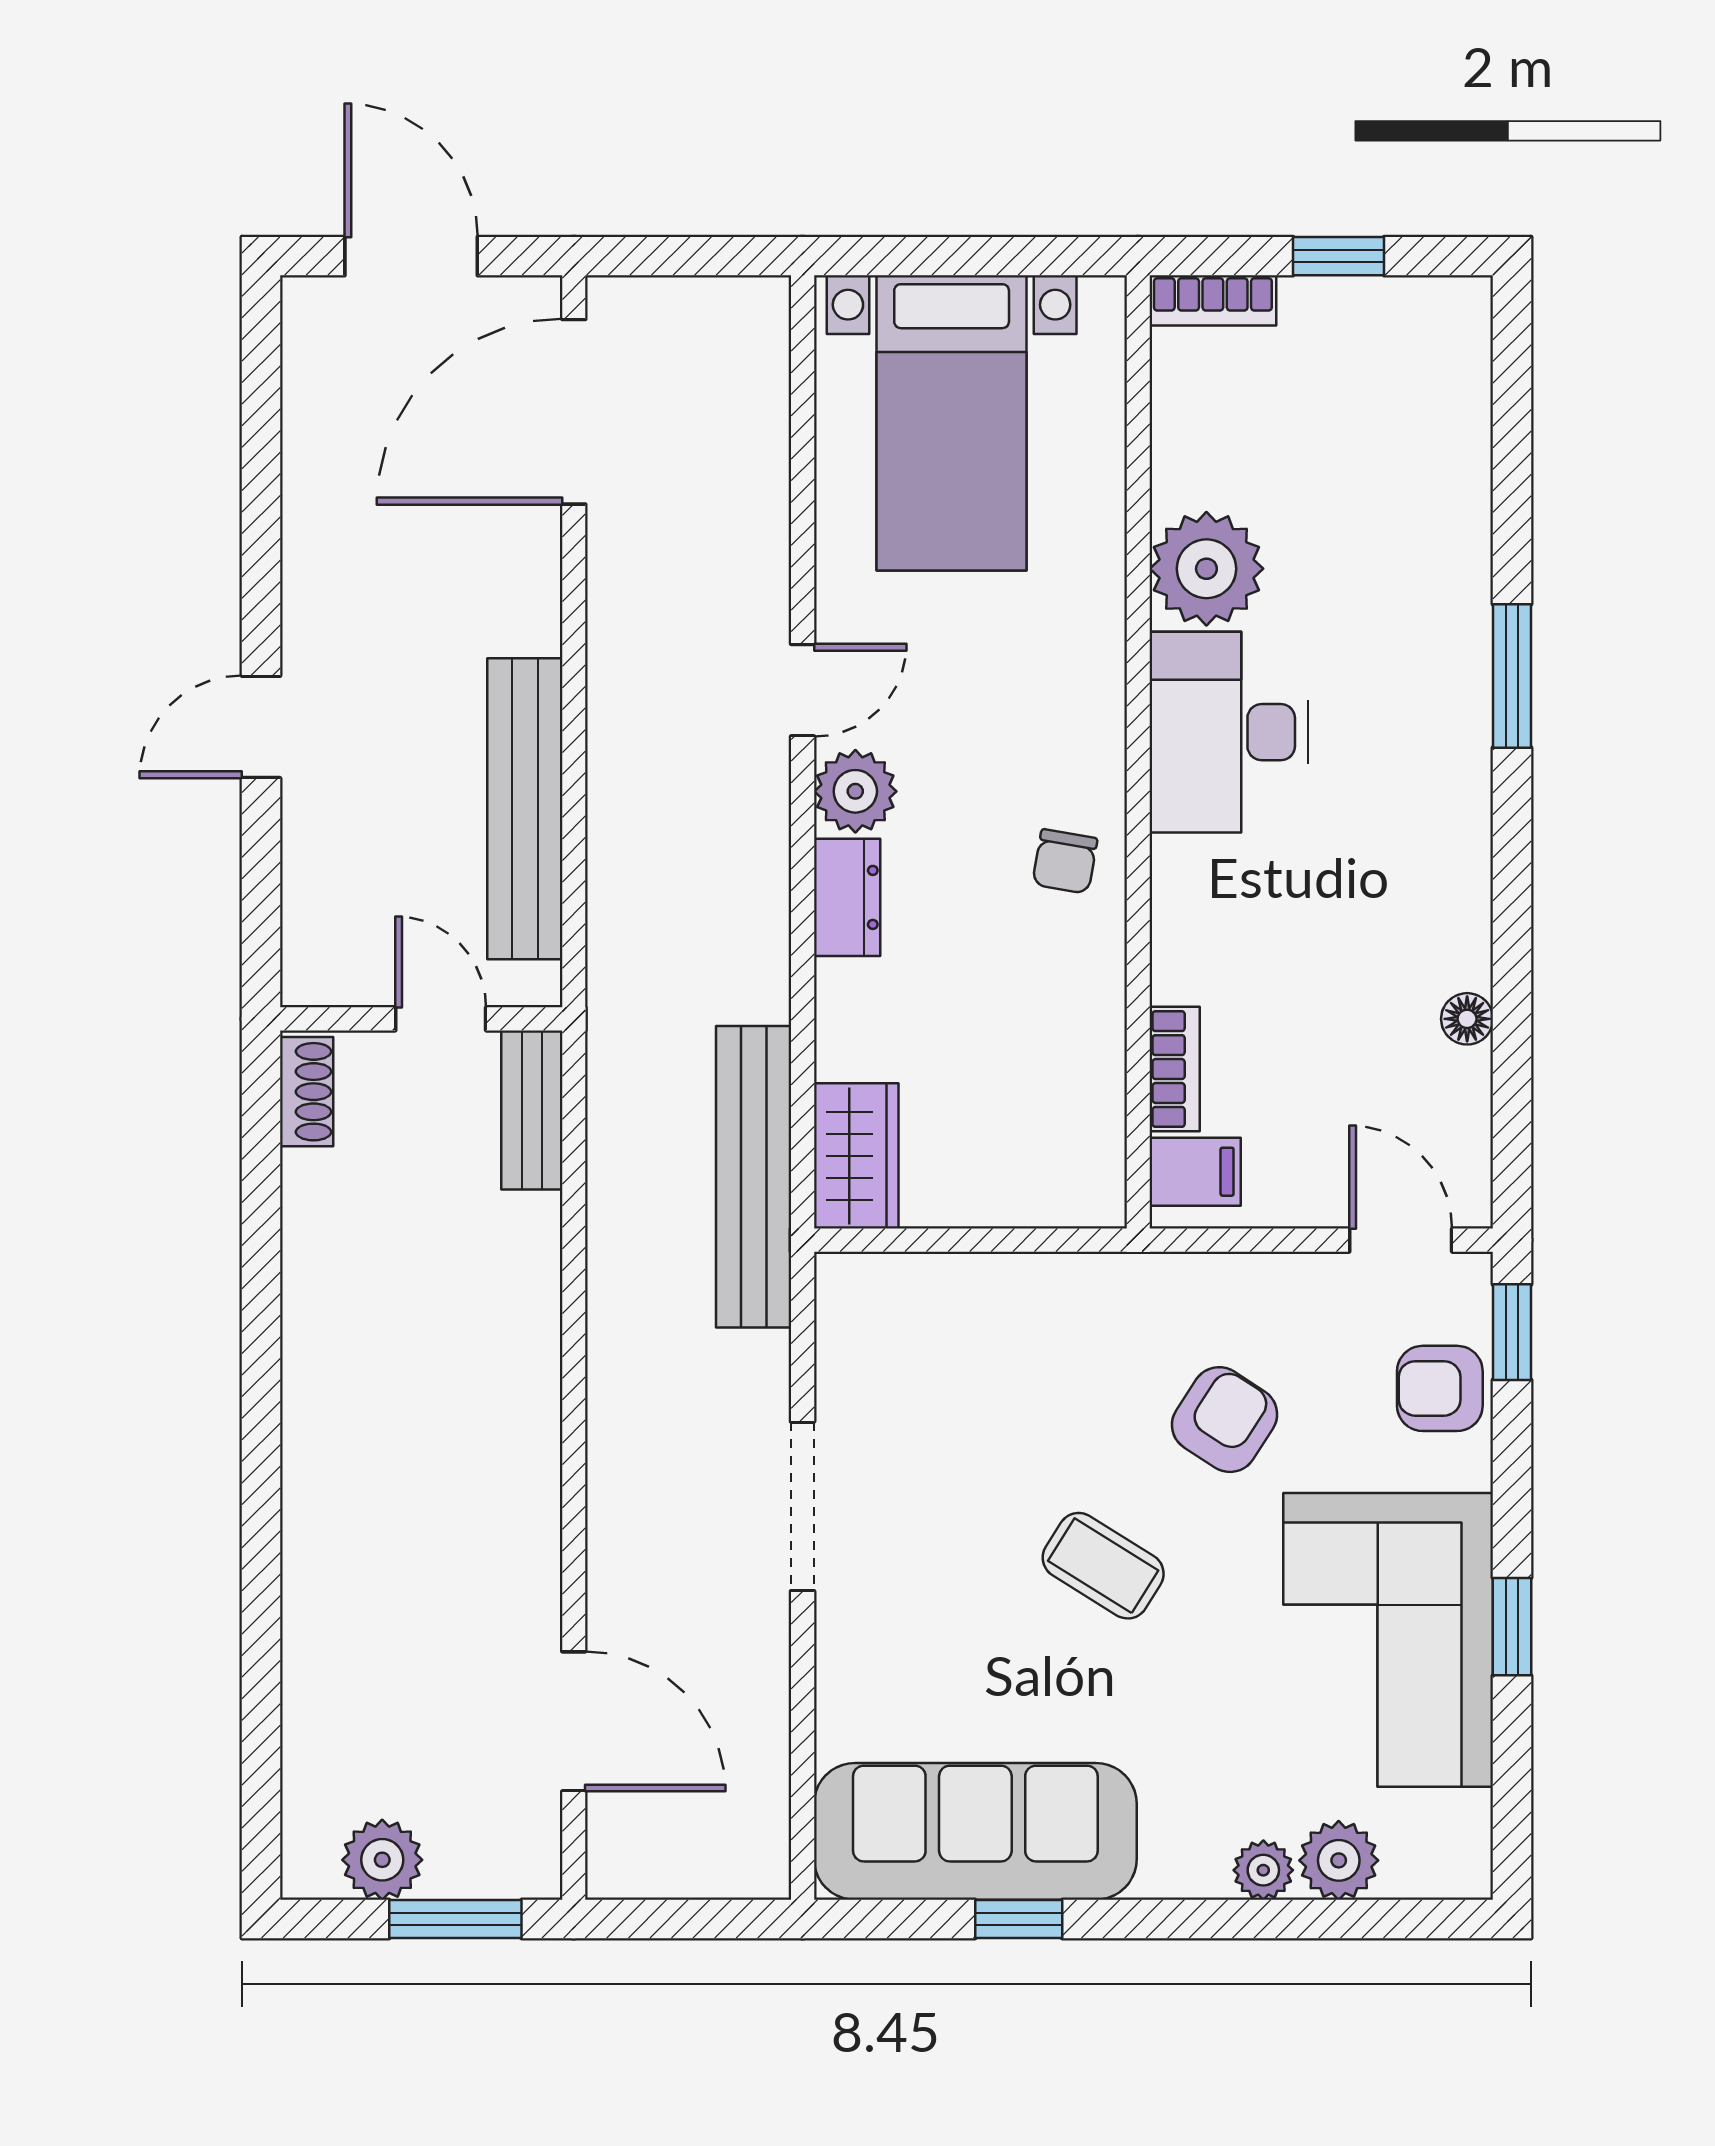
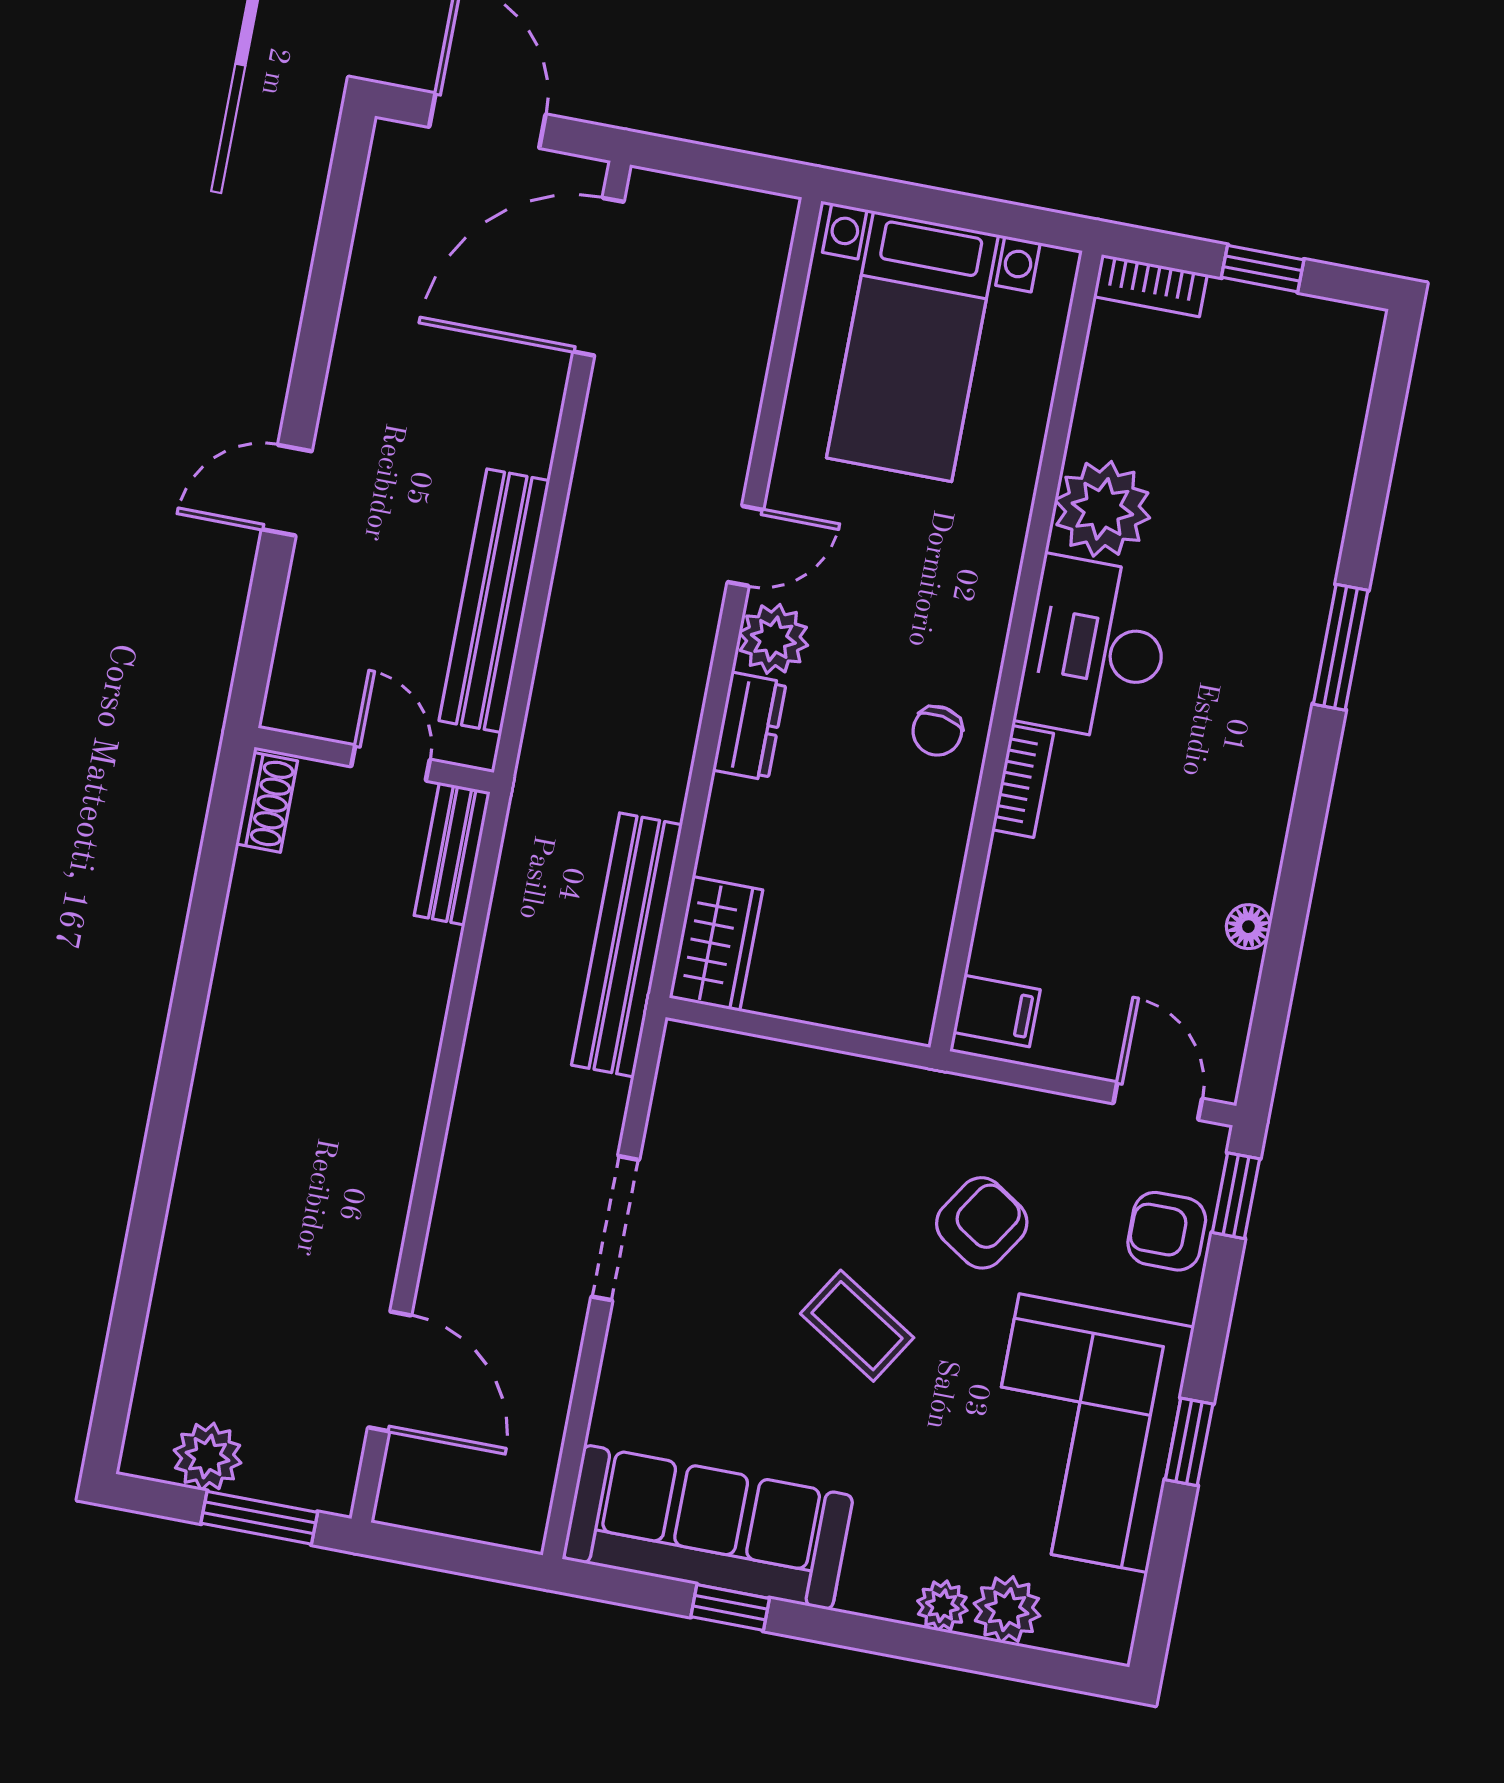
bookcase: (1175, 1069) -> (1023, 782), moved

